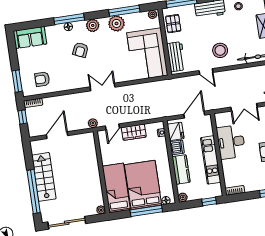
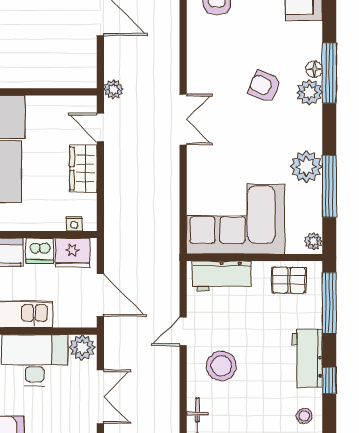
plant: (93, 25) -> (309, 92), moved
double door: (244, 107) -> (100, 397), swing flipped
plant: (221, 120) -> (82, 348), added

